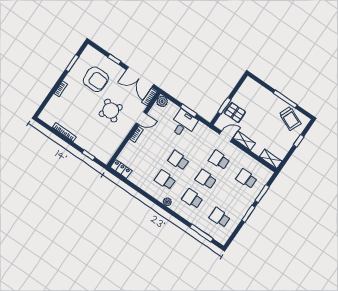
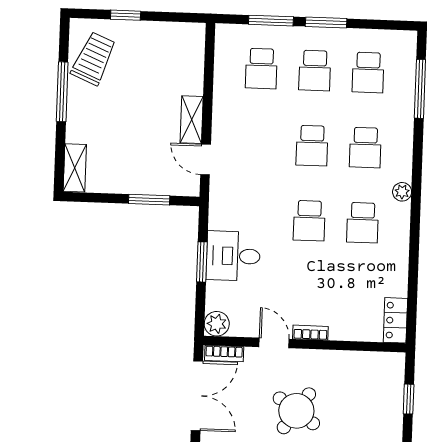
pallet: (235, 112) -> (149, 171), removed
shelving: (271, 159) -> (75, 168), moved
school desk: (219, 160) -> (315, 71), moved

